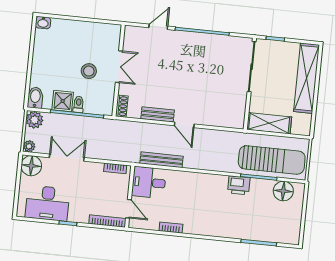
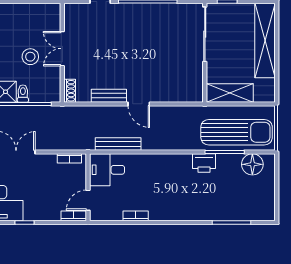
double door: (119, 67) -> (62, 49), swing flipped
door: (128, 209) -> (88, 200), swing flipped
bookcase: (107, 221) -> (74, 216), width x0.64

